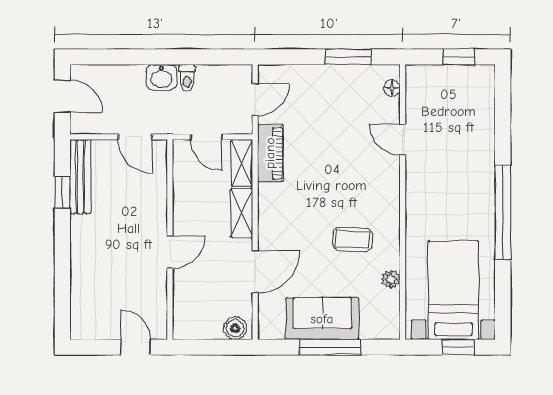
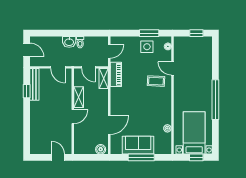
side table: (343, 89) -> (147, 47), added
shelving: (241, 213) -> (79, 97), moved
coffee table: (353, 239) -> (156, 81), moved

